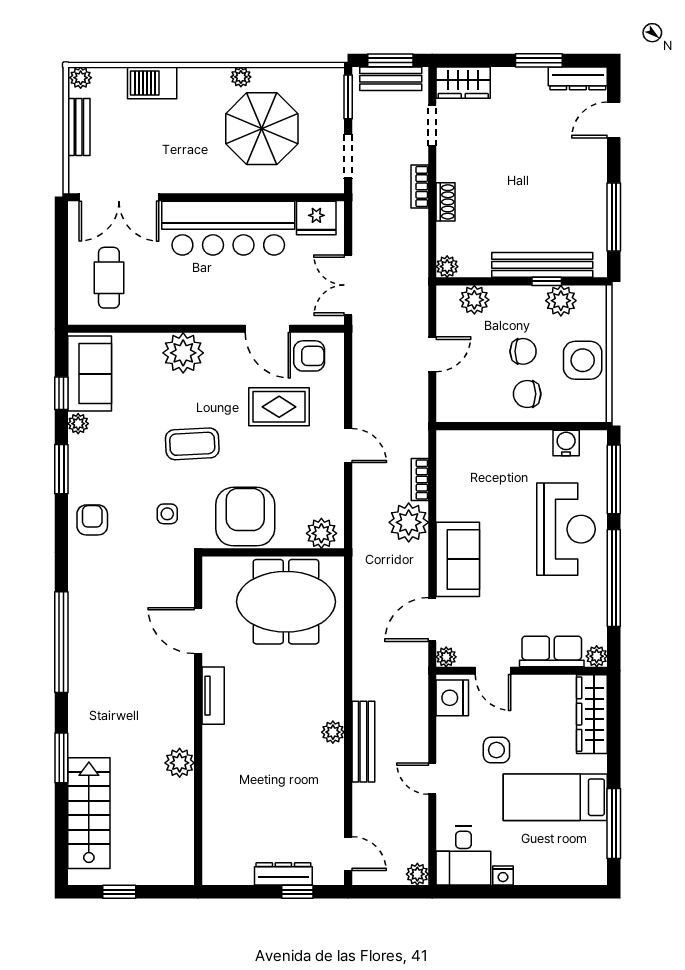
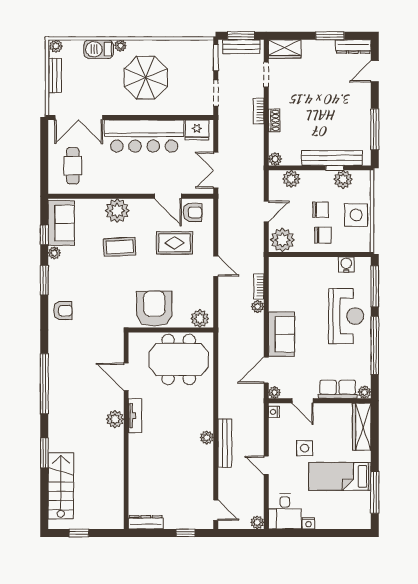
plant: (241, 77) -> (120, 46), moved
parasol: (262, 129) -> (146, 78), moved
chair: (527, 394) -> (323, 235), turned 180
plant: (460, 402) -> (282, 240), added
coffee table: (192, 444) -> (120, 247), moved
side table: (167, 514) -> (108, 307), removed
armchair: (92, 520) -> (63, 311), turned 90
plant: (409, 522) -> (258, 307), width x0.53, depth x0.53
nightstand: (452, 698) -> (274, 412), width x0.53, depth x0.56
plant: (180, 763) -> (115, 419), moved
dresser: (283, 874) -> (146, 522), moved

